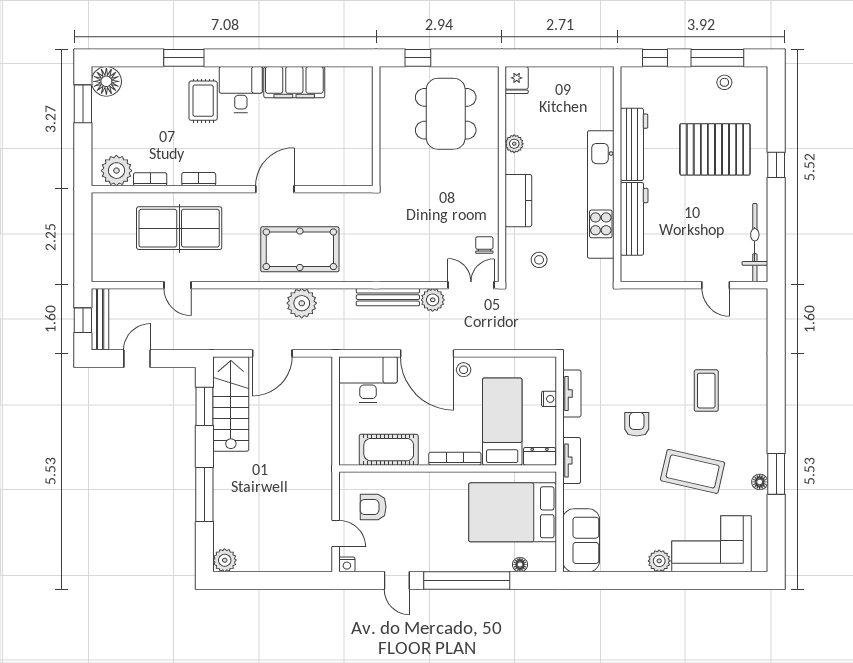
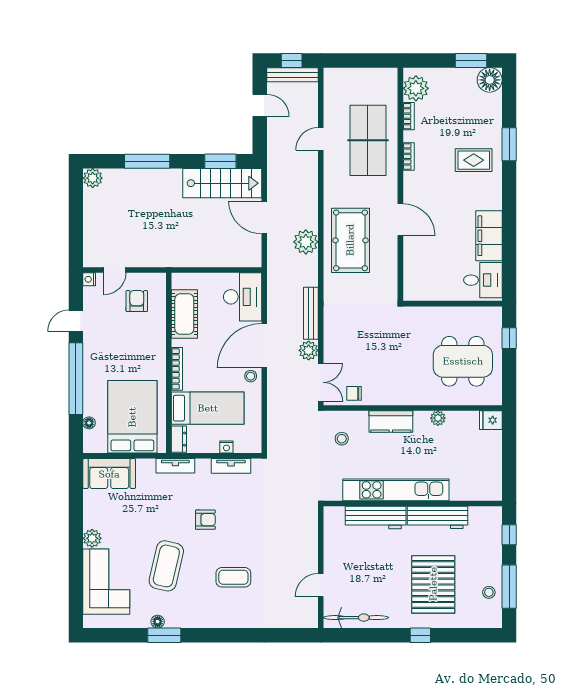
desk: (241, 90) -> (483, 280), moved
chair: (484, 245) -> (354, 393), turned 180

